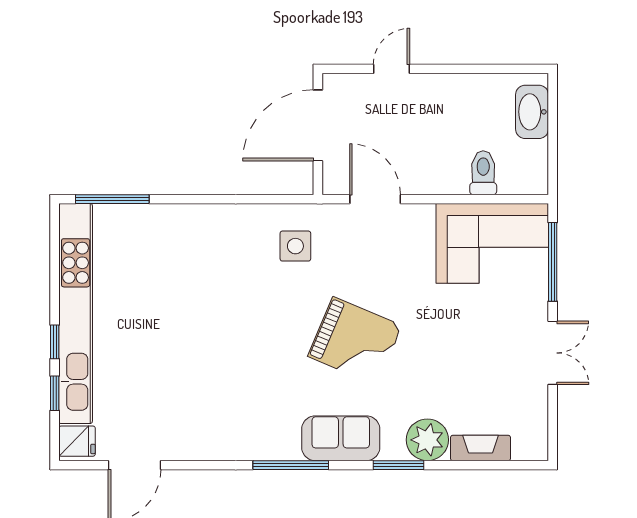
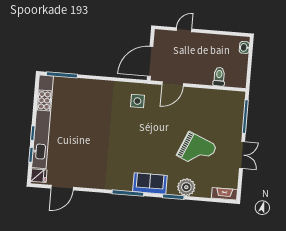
washbasin: (532, 112) -> (244, 47), width x0.52, depth x0.69
door: (318, 125) -> (150, 61), moved
door: (375, 199) -> (173, 84), swing flipped
corner sofa: (492, 243) -> (220, 107), removed
grand piano: (355, 341) -> (197, 151), moved
fireplace: (480, 448) -> (224, 194), moved

